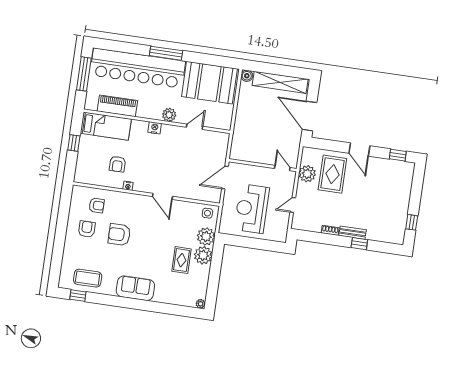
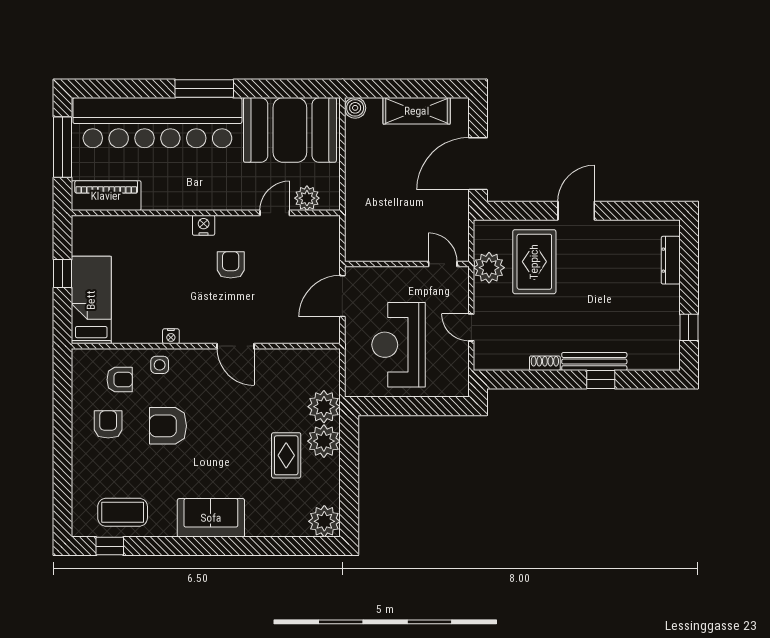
shelving: (280, 82) -> (417, 111), width x0.68
piano: (117, 106) -> (106, 196), moved
plant: (169, 115) -> (307, 198), moved
door: (309, 116) -> (478, 164), hinge flipped
bed: (106, 126) -> (91, 300), moved, turned -90
door: (359, 150) -> (576, 211), swing flipped
window: (398, 155) -> (646, 211), removed
armchair: (117, 164) -> (231, 265), moved, turned 180
dresser: (407, 184) -> (671, 260), added
door: (293, 205) -> (471, 327), hinge flipped
side table: (207, 213) -> (160, 365), moved
bench: (353, 233) -> (594, 362), width x1.36
plant: (201, 304) -> (324, 521), width x1.88, depth x1.88

